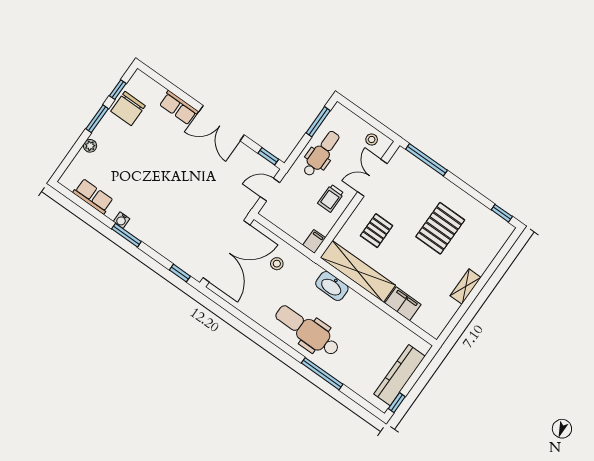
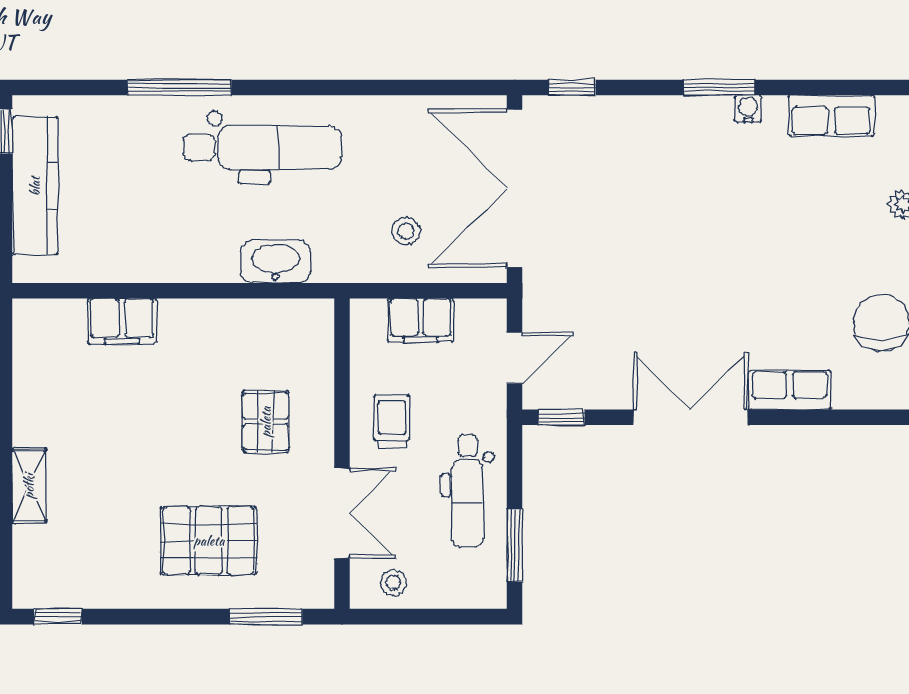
window: (426, 160) -> (266, 617), width x0.69
pallet: (440, 228) -> (209, 541), moved, turned 90
filing cabinet: (314, 241) -> (421, 320), moved, width x2.00
shelving: (358, 271) -> (247, 322), removed
shelving: (466, 287) -> (29, 486), moved

